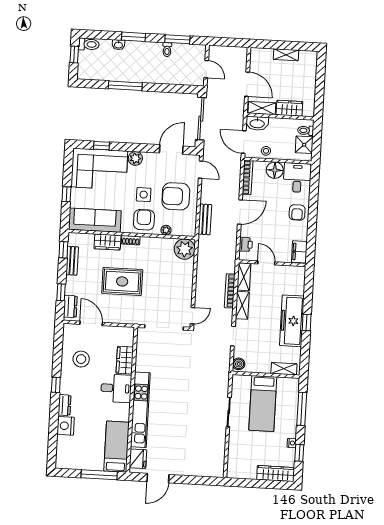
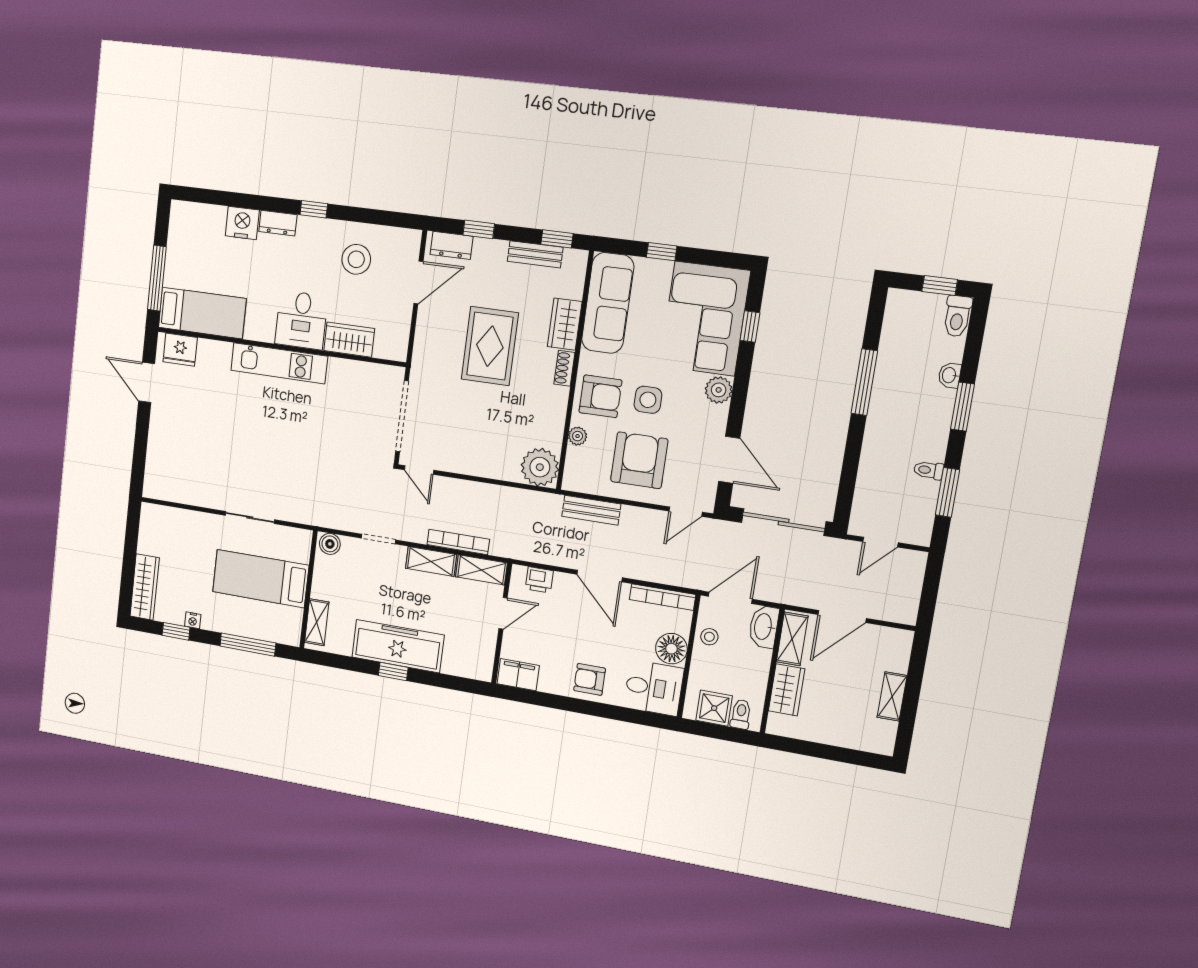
kitchen unit: (140, 410) -> (279, 363), width x0.73

